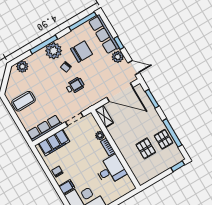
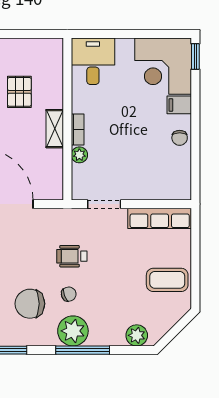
shelving: (104, 116) -> (55, 129), moved
filing cabinet: (54, 143) -> (158, 187), removed
desk: (111, 170) -> (93, 61), moved, turned 90

